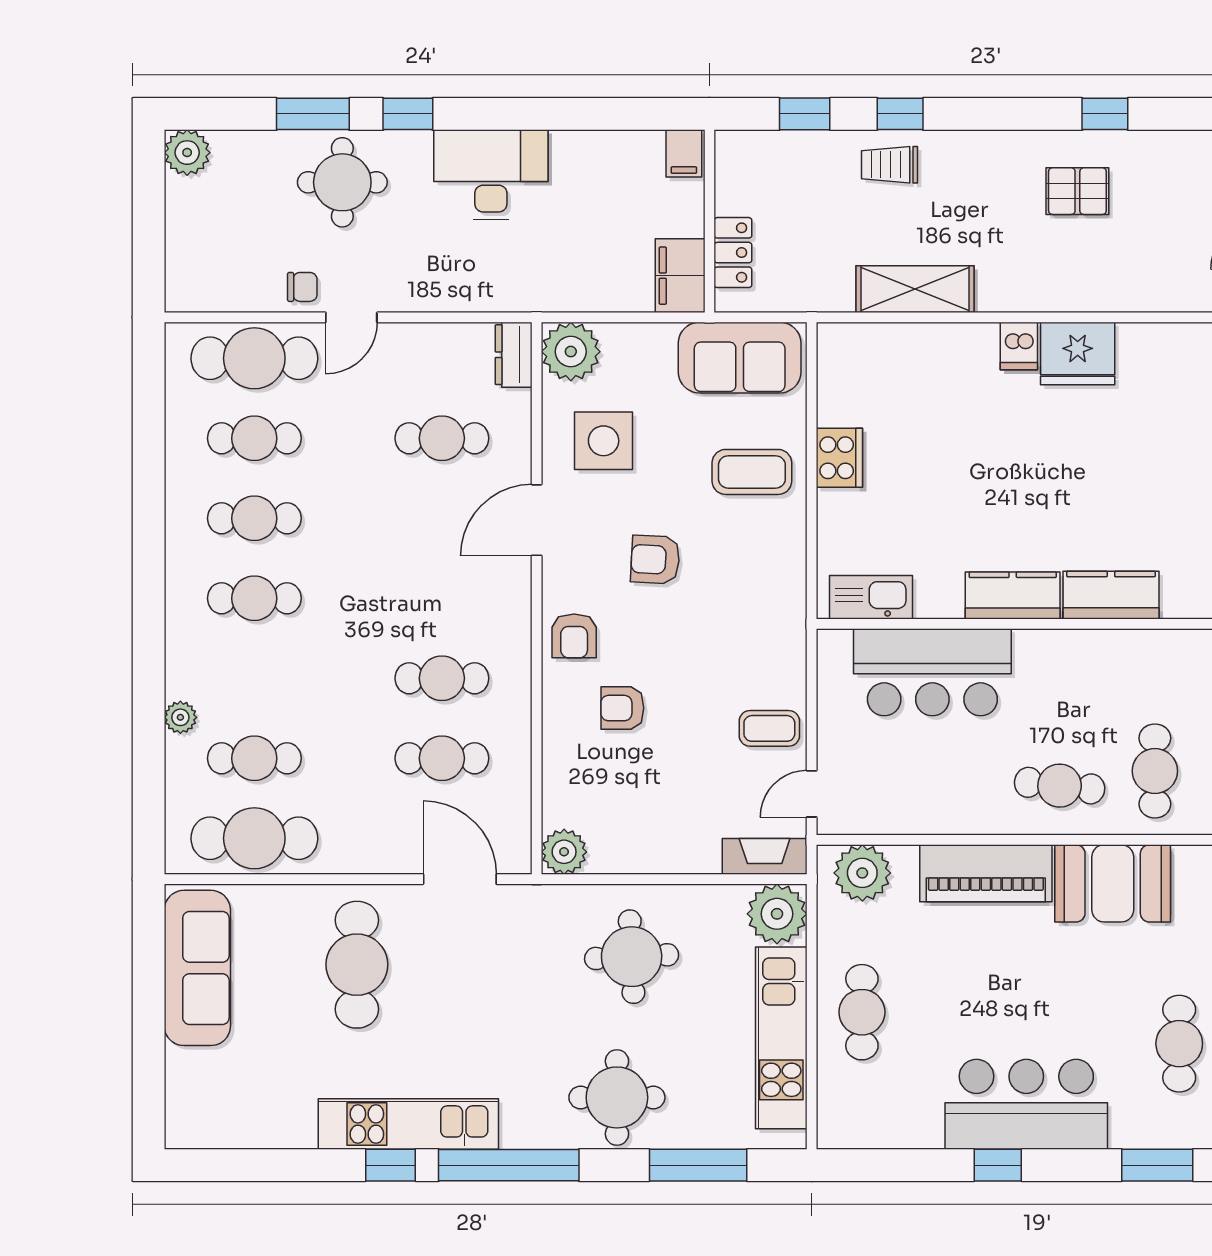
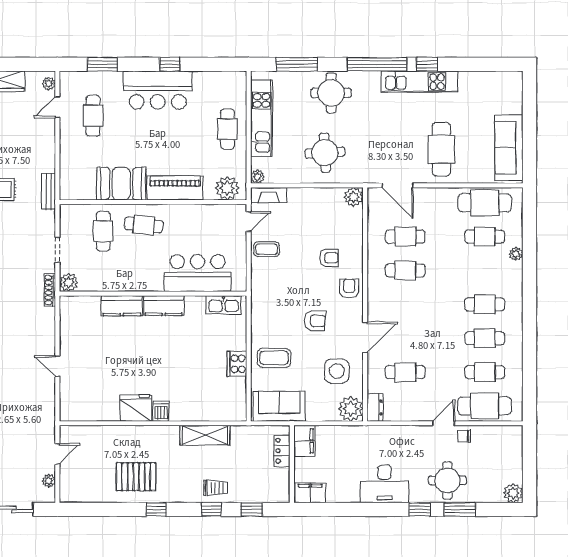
window: (1105, 114) -> (156, 509), moved
filing cabinet: (684, 153) -> (310, 493), width x2.00
pallet: (1077, 191) -> (136, 477), width x1.50, depth x1.42
plant: (777, 914) -> (257, 177), width x0.53, depth x0.53

